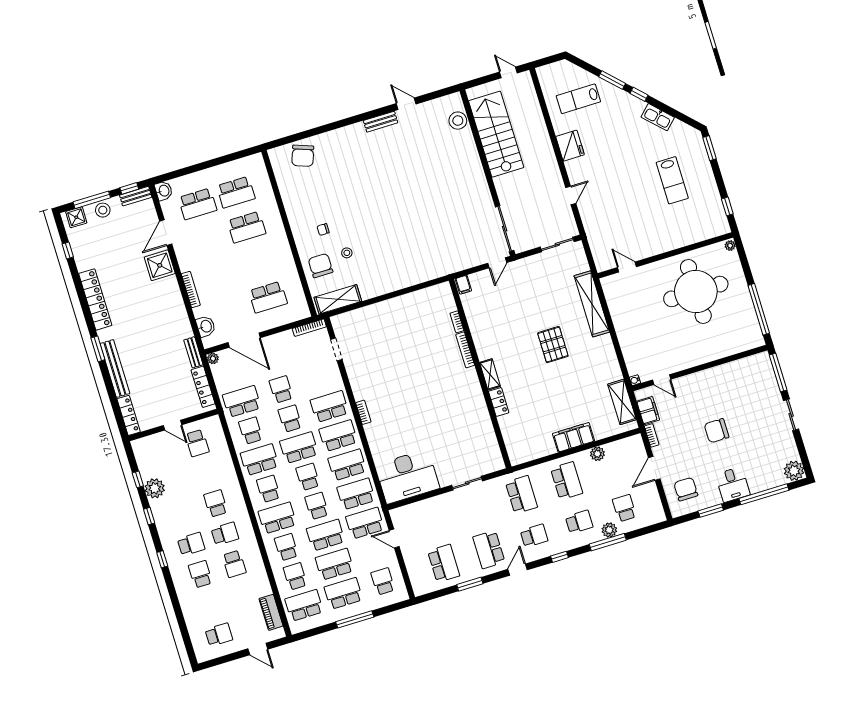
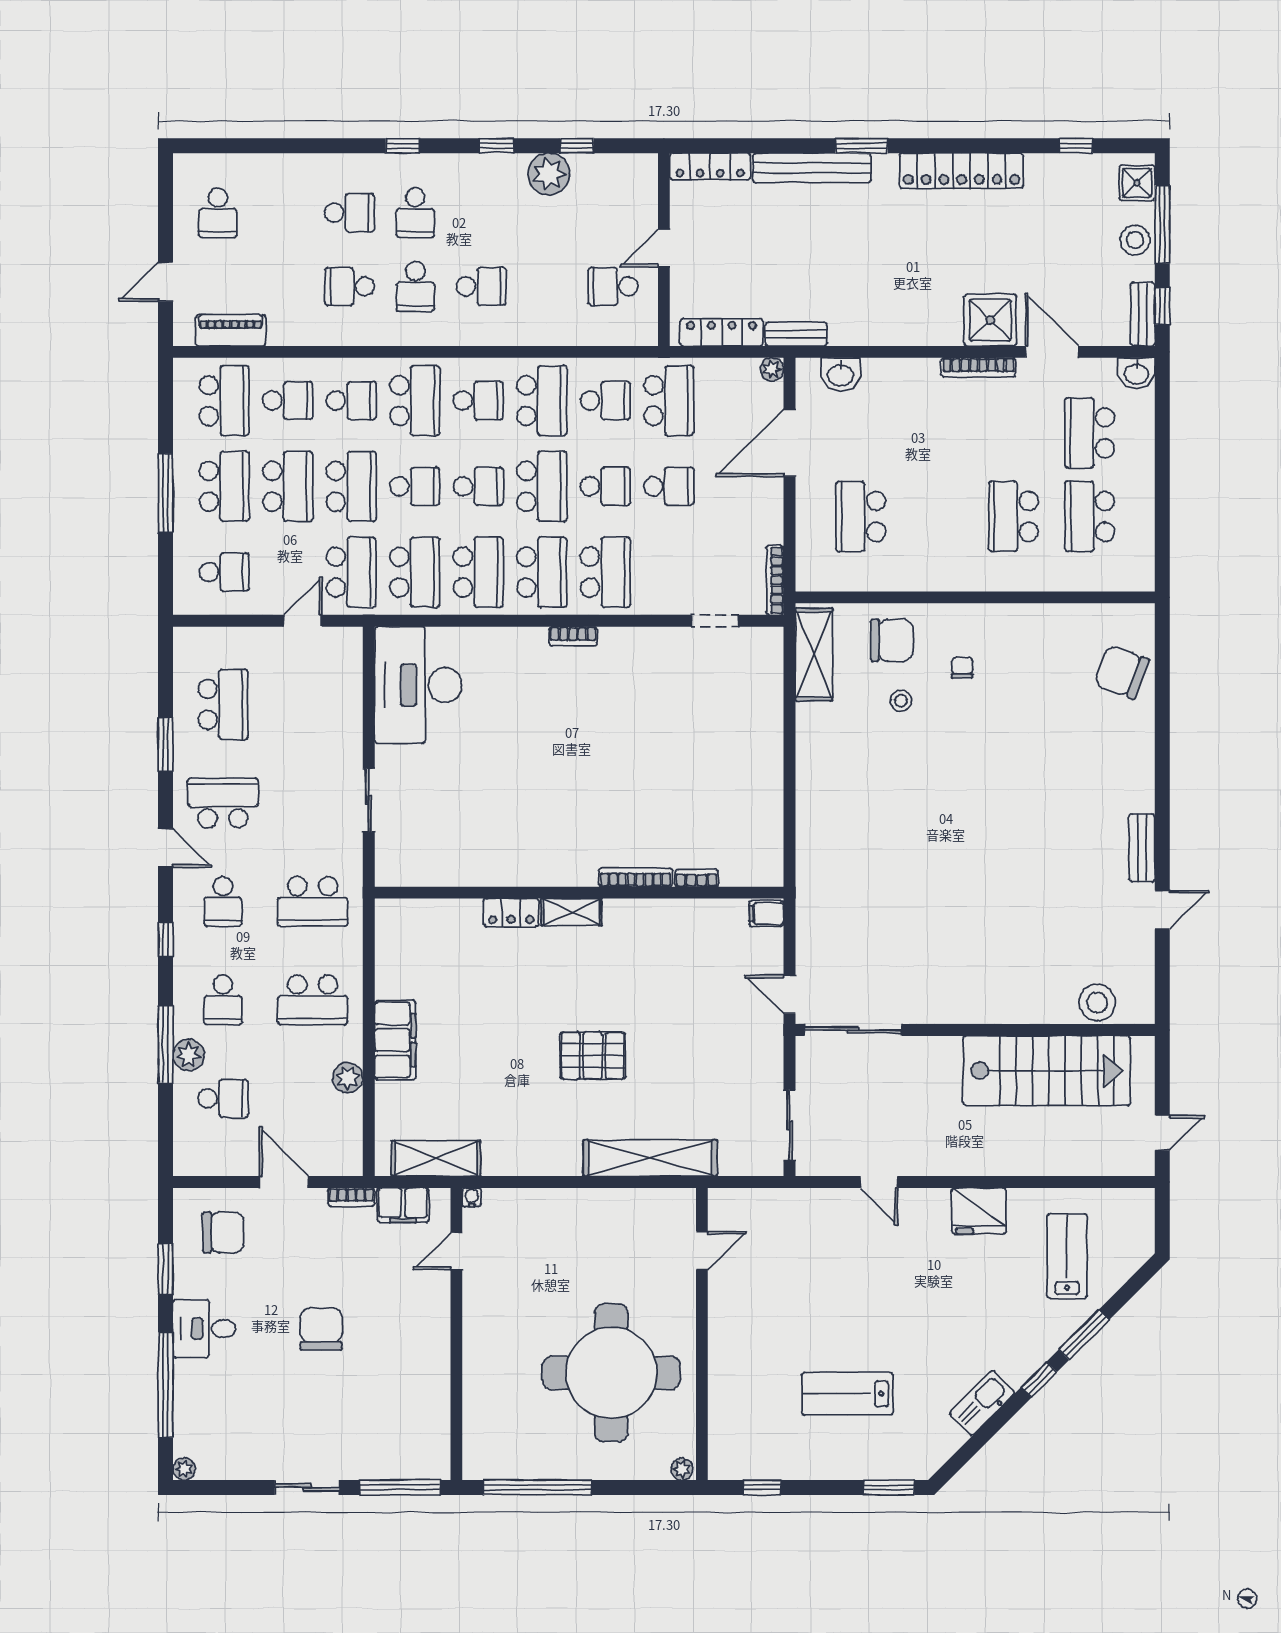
bookcase: (191, 289) -> (978, 367), moved
plant: (794, 471) -> (184, 1469), width x0.53, depth x0.53
school desk: (444, 563) -> (223, 704), turned -90

